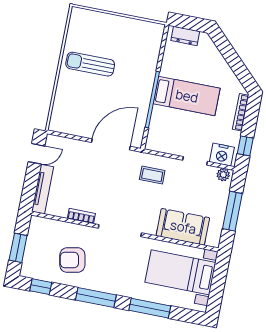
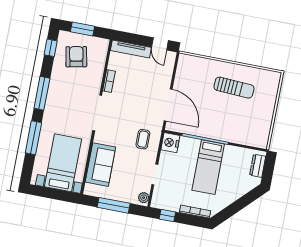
sun lounger: (90, 64) -> (234, 88), turned 93
nightstand: (222, 155) -> (170, 143), moved
armchair: (72, 260) -> (76, 57), moved

